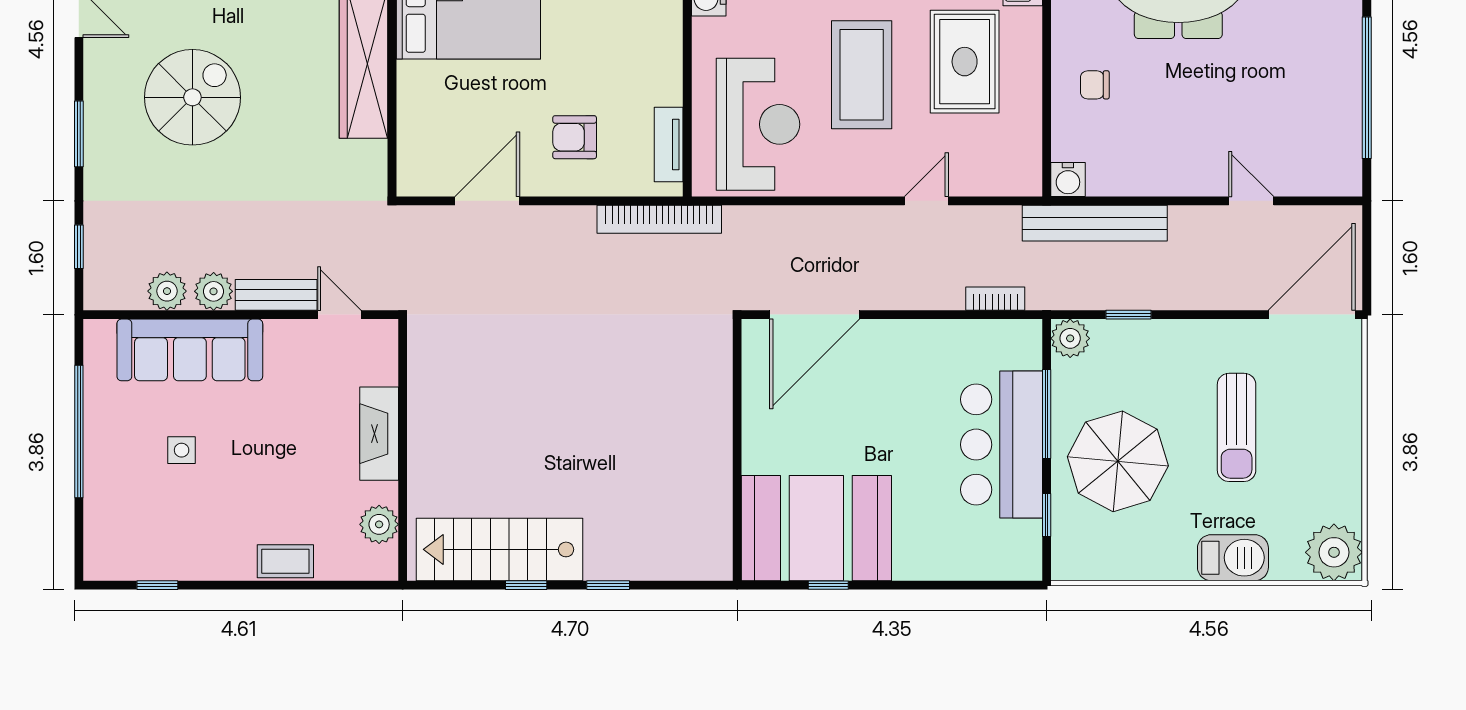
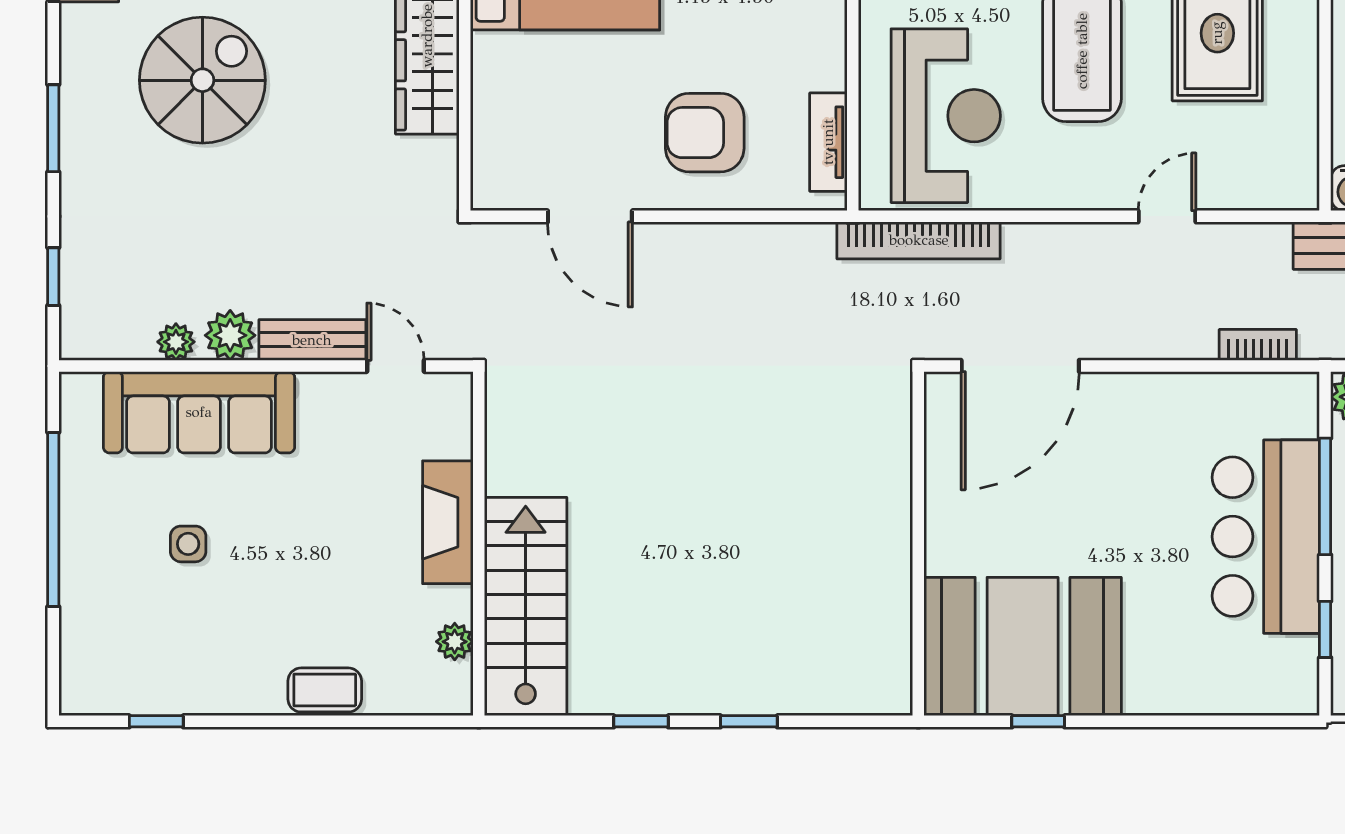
armchair: (575, 137) -> (705, 133), width x1.38, depth x1.38
door: (487, 201) -> (590, 216), swing flipped
bookcase: (659, 219) -> (919, 240), moved
plant: (167, 291) -> (176, 342), width x0.73, depth x0.73
plant: (379, 524) -> (455, 642), width x0.73, depth x0.73
stairs: (500, 549) -> (526, 607), moved, turned 90

